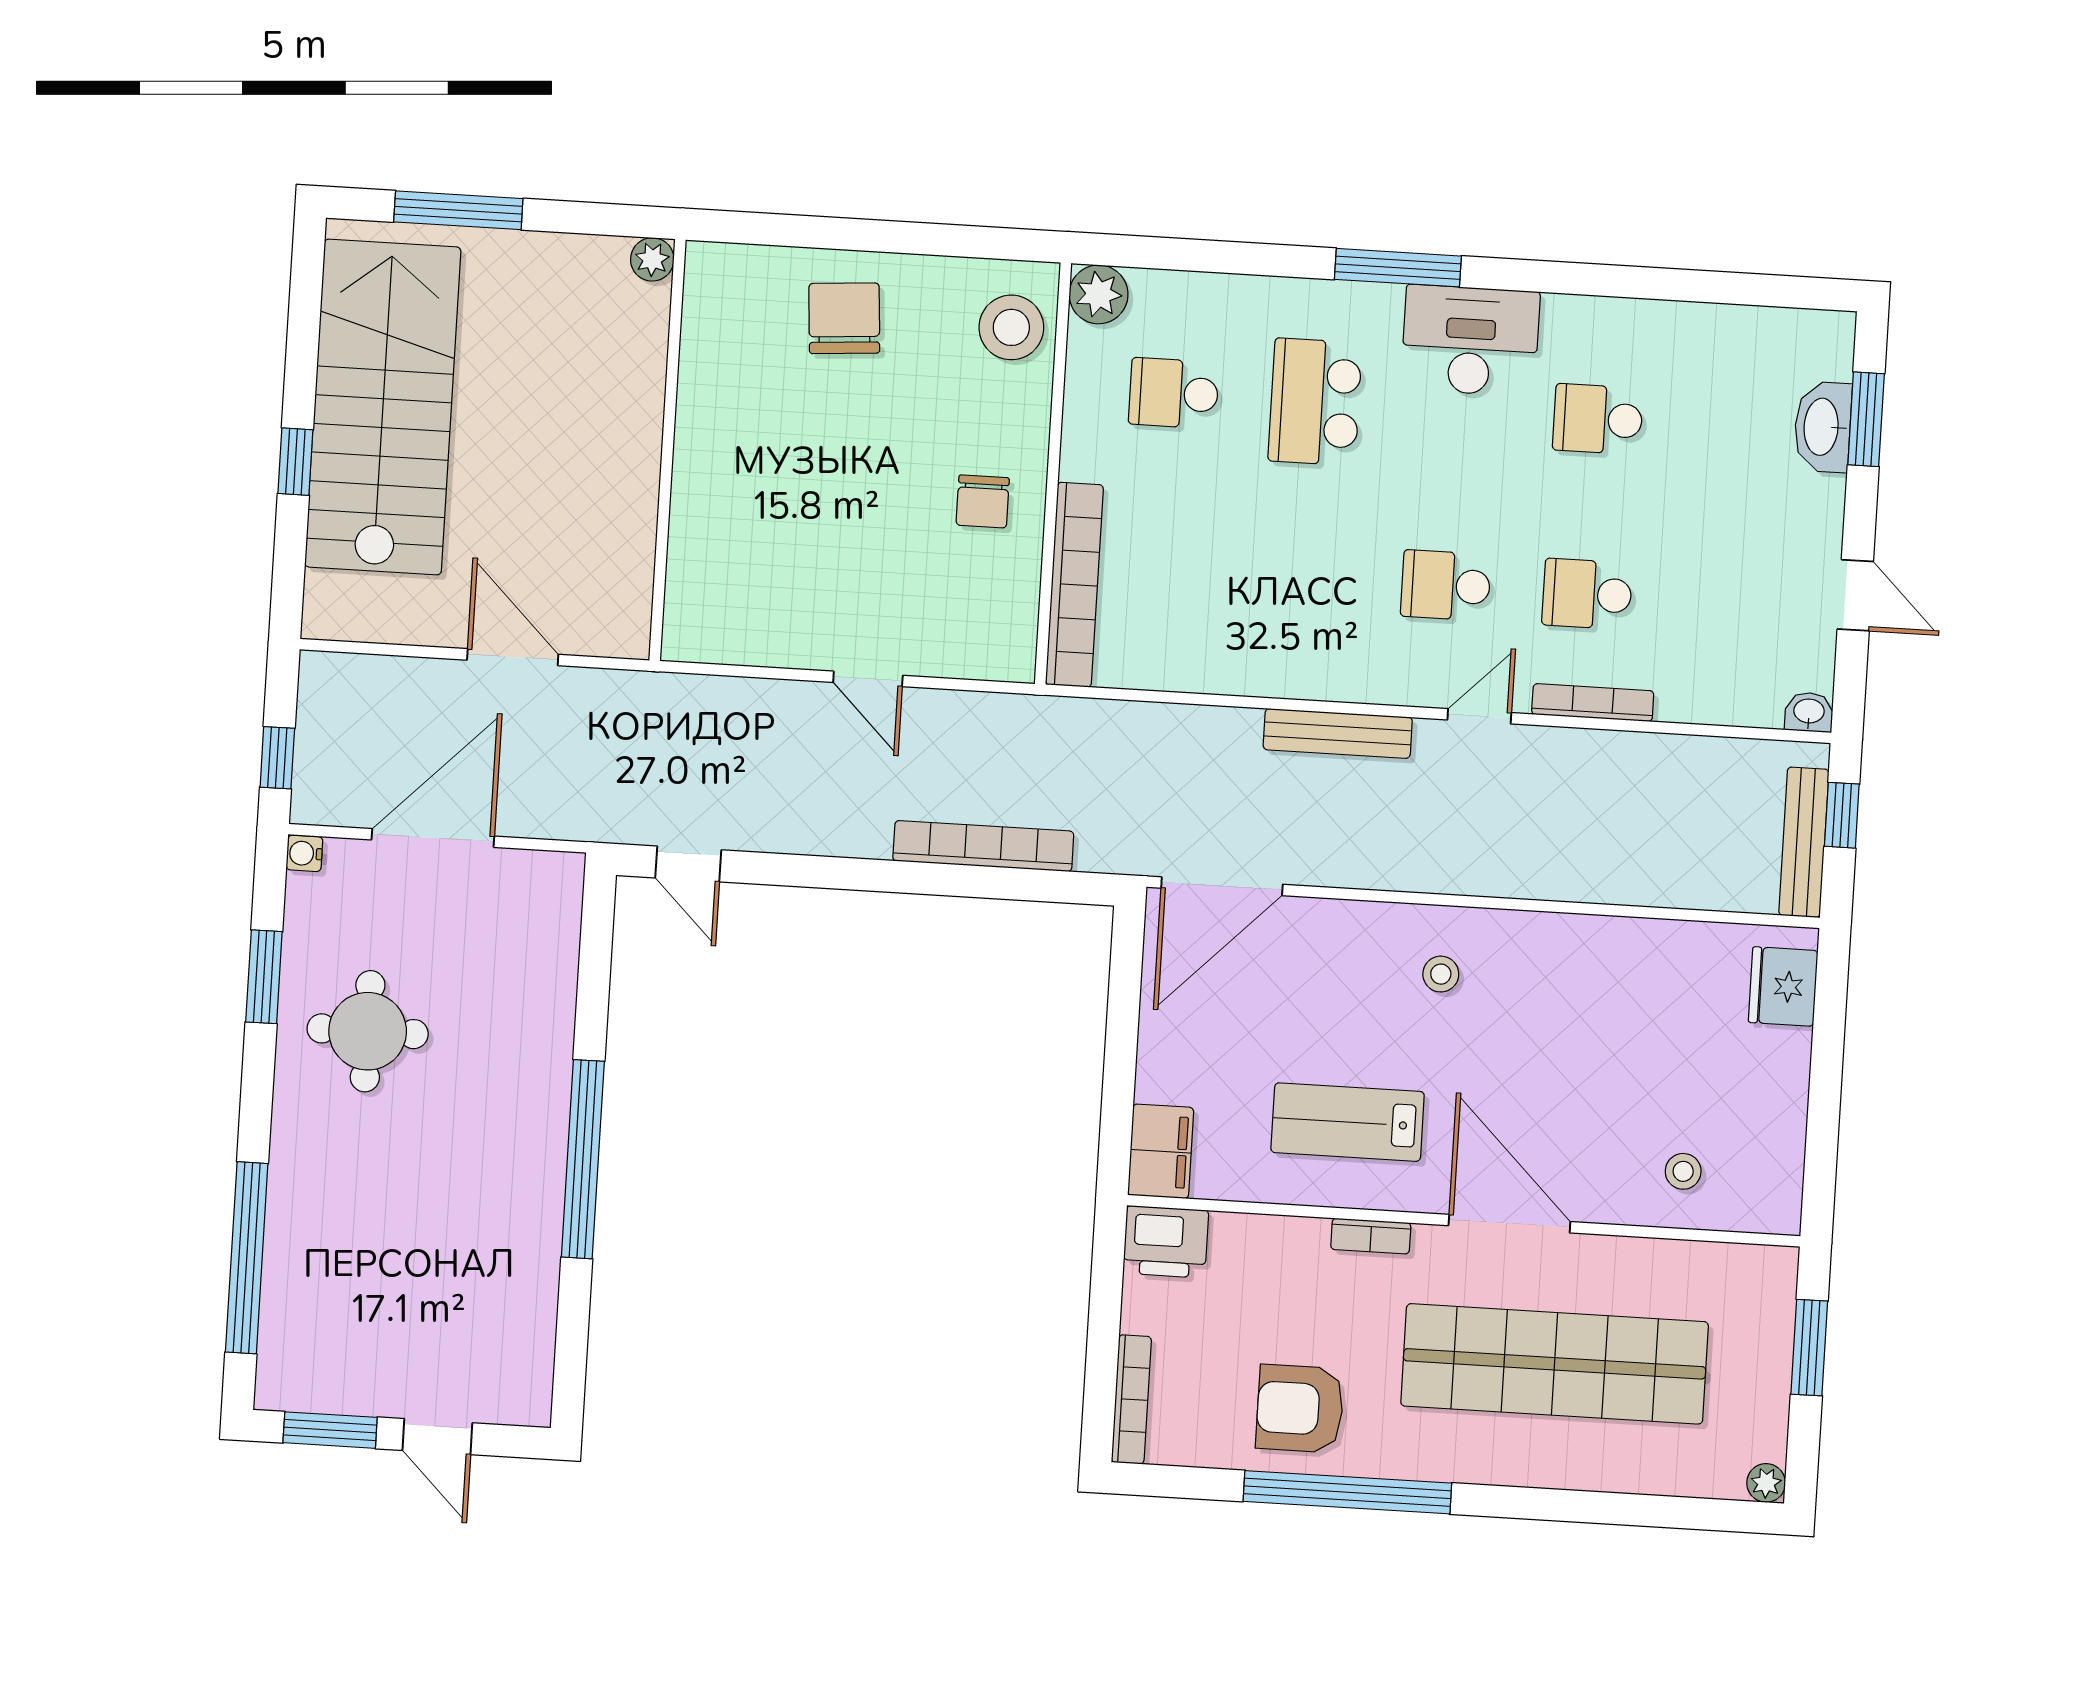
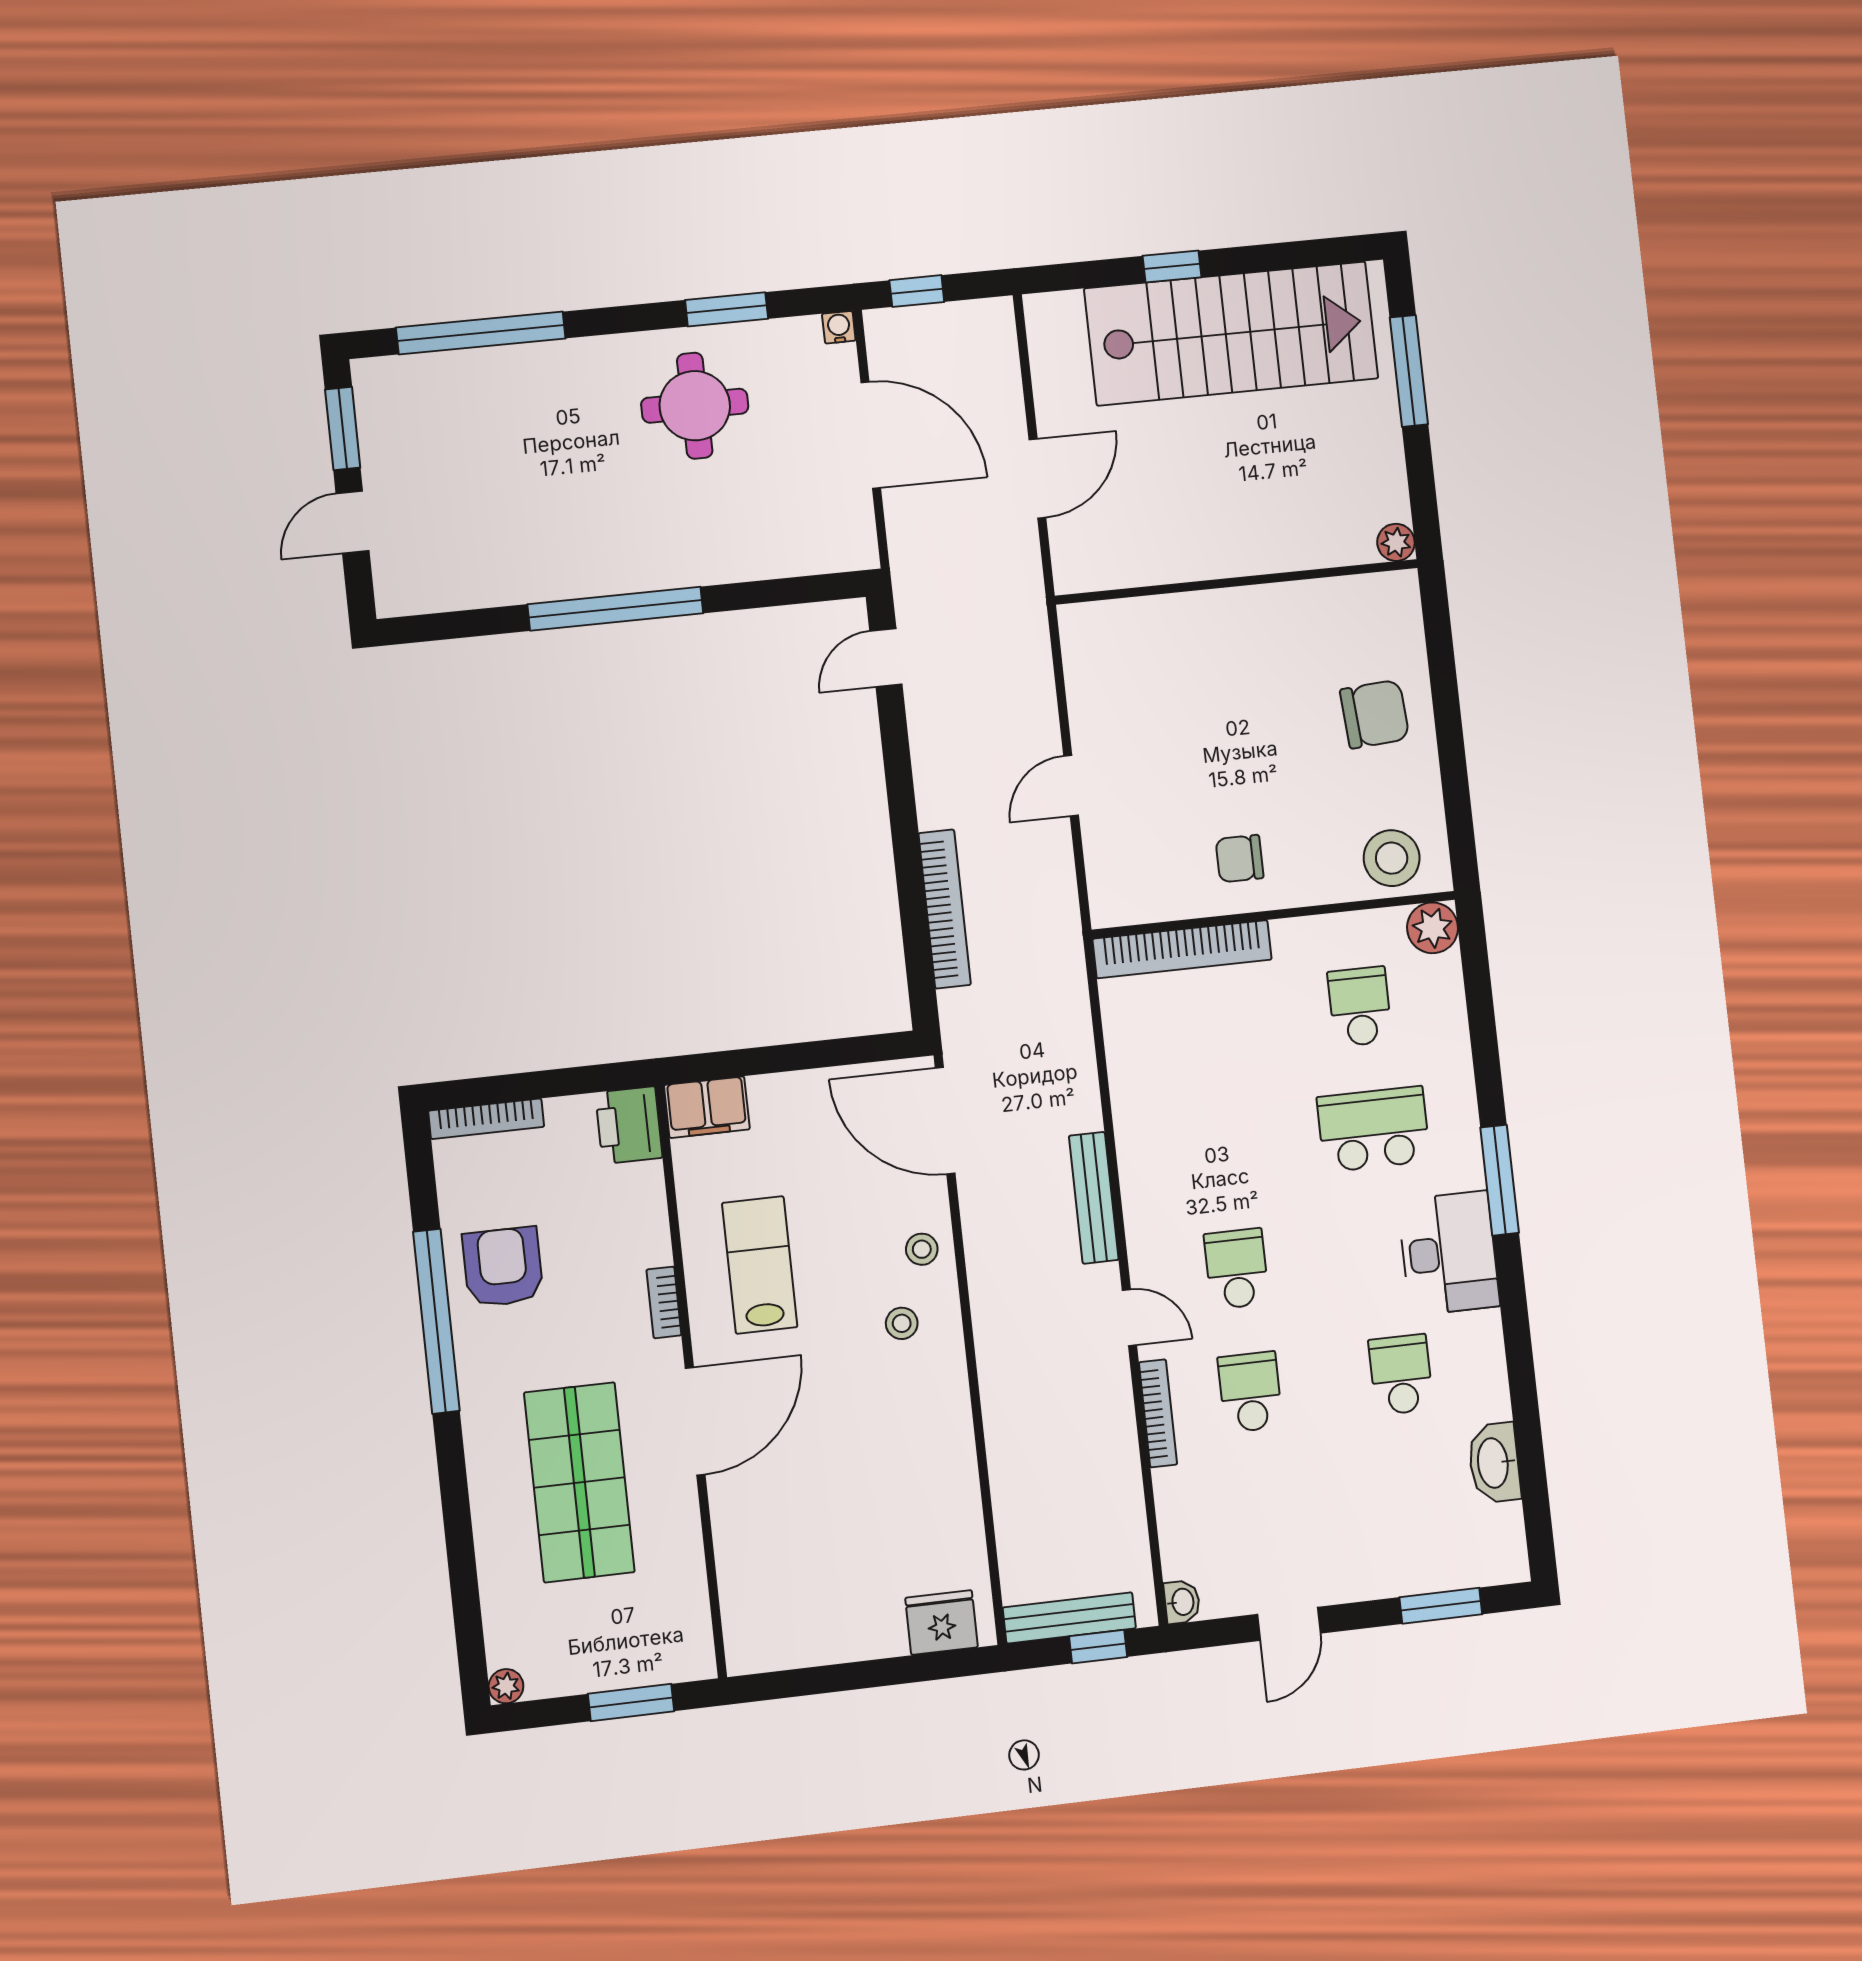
washbasin: (1823, 427) -> (1494, 1463), moved, turned -90
stool: (1683, 1171) -> (922, 1249), moved
shop shelf: (1555, 1364) -> (579, 1482), width x0.71

